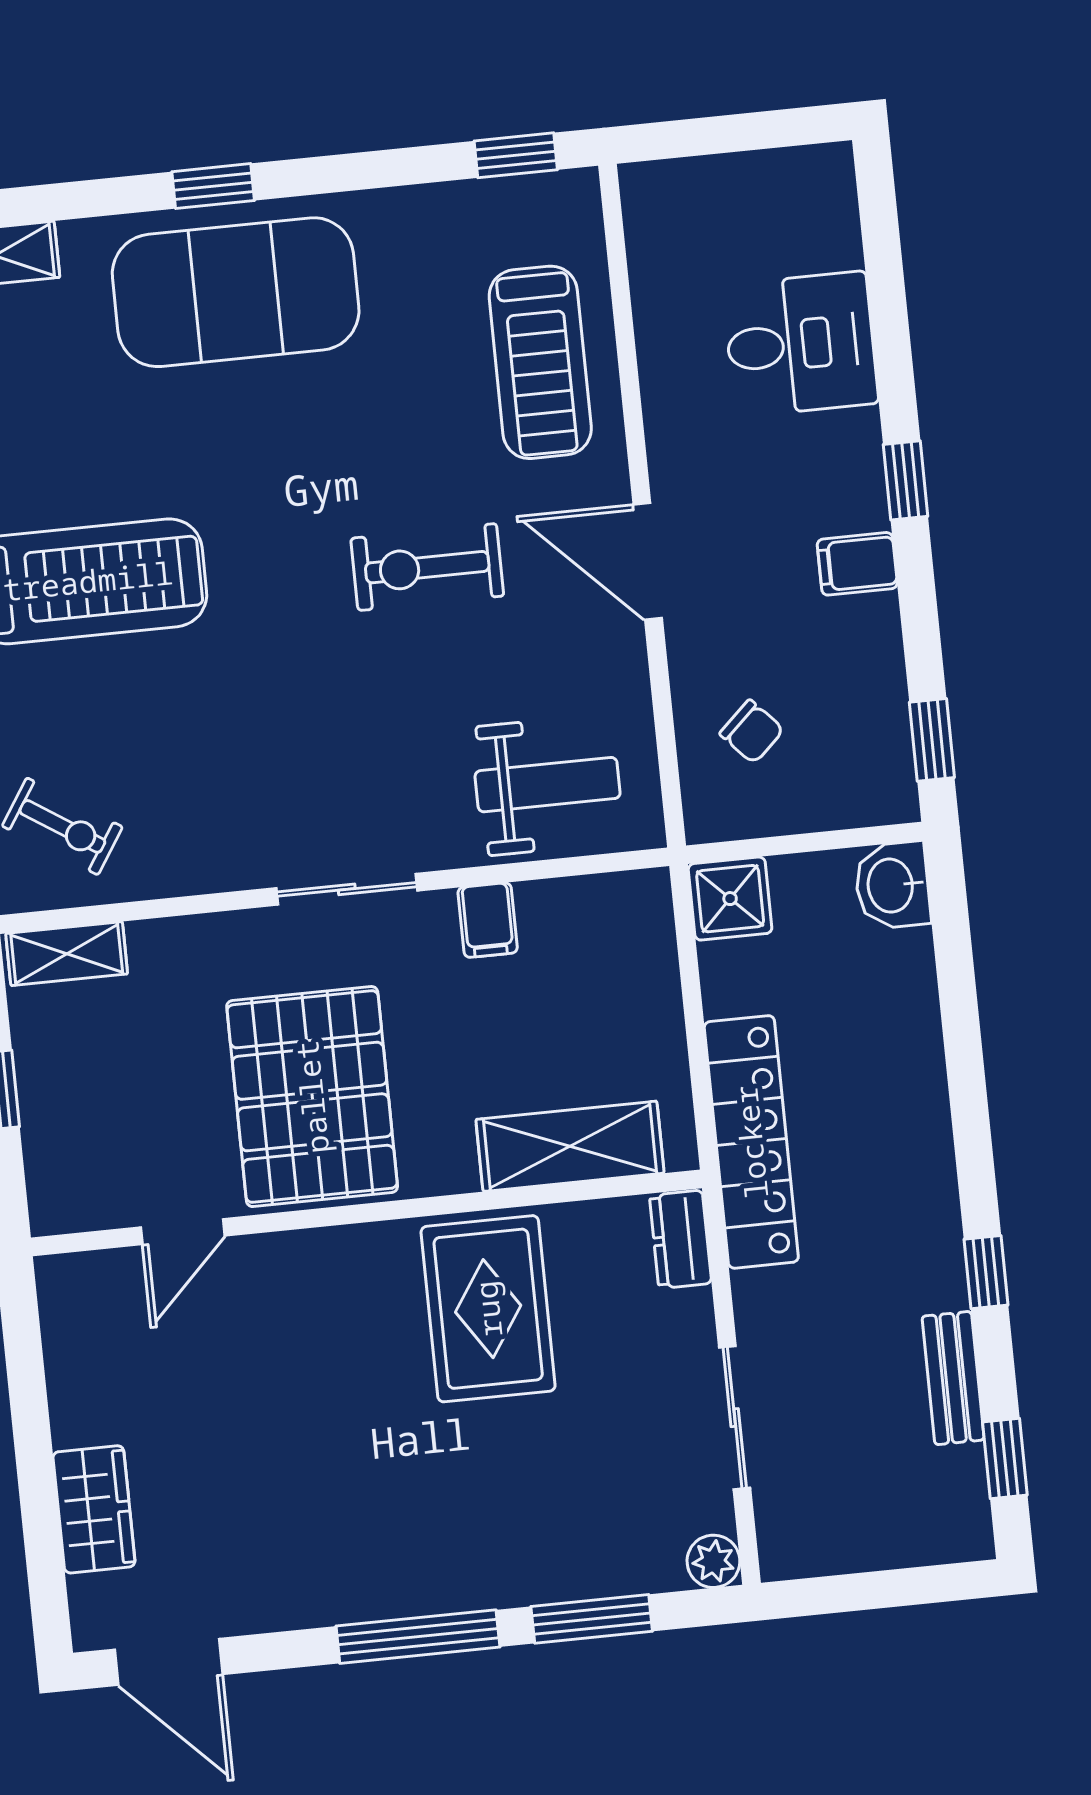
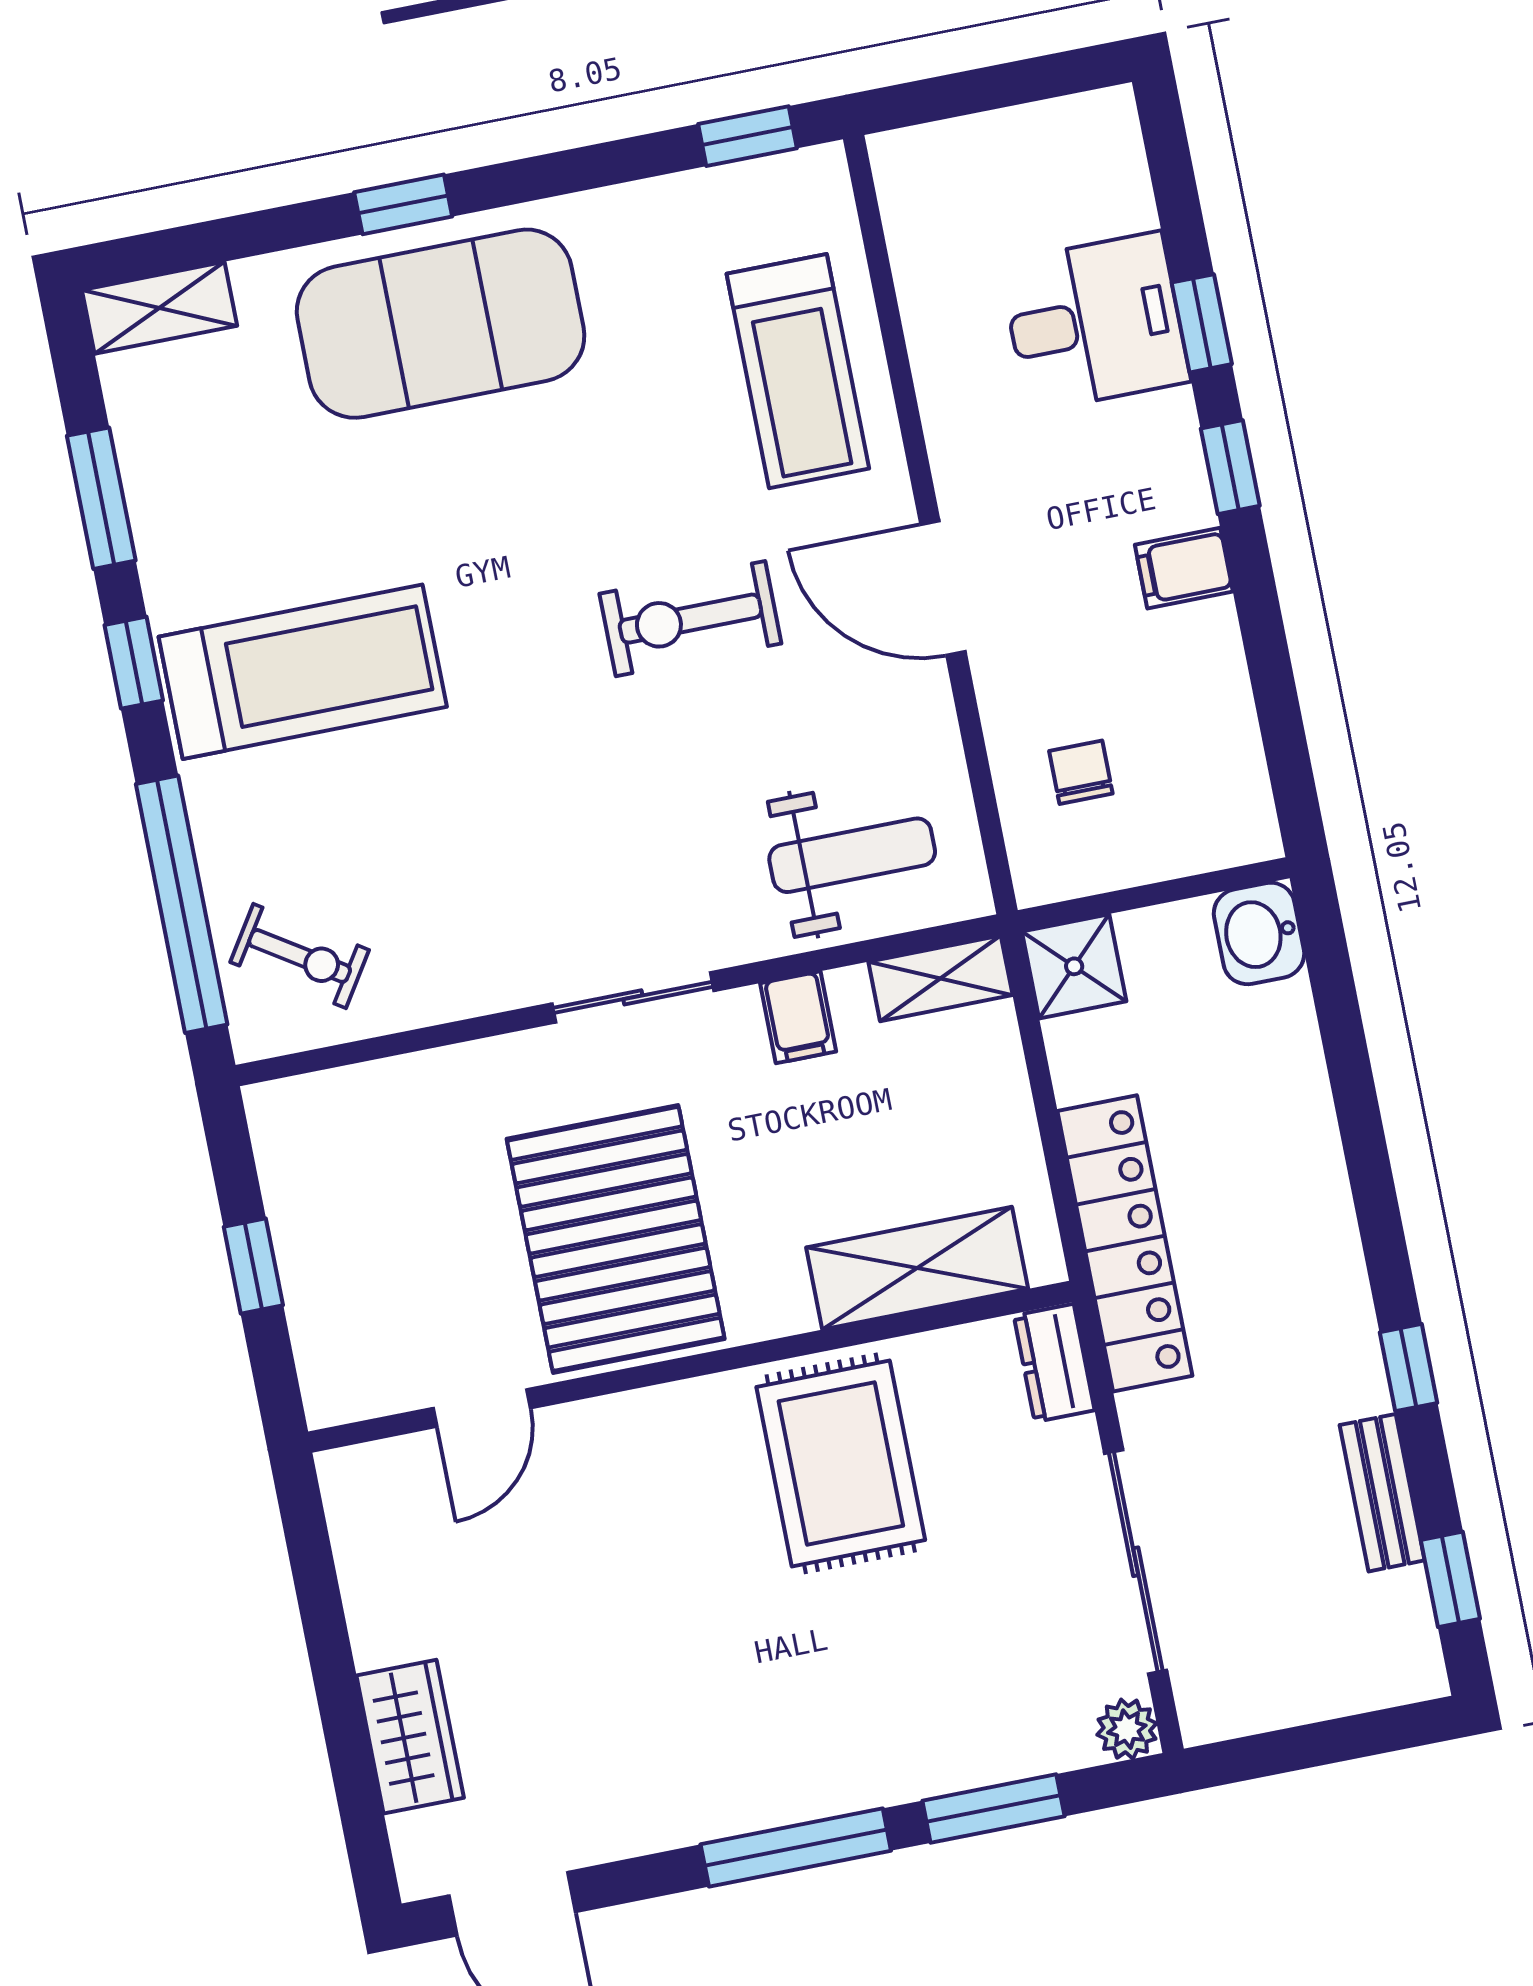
chair: (752, 732) -> (1081, 772), turned -137
window: (932, 740) -> (1202, 323), moved
shelving: (67, 954) -> (940, 978), moved
sliding door: (735, 1418) -> (1136, 1562), width x1.37

